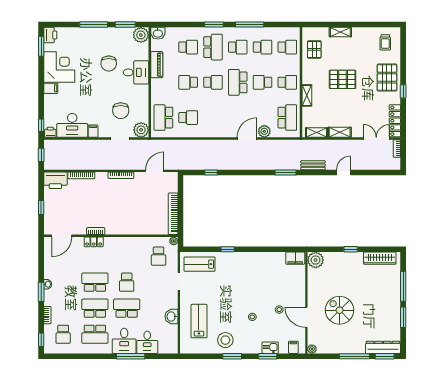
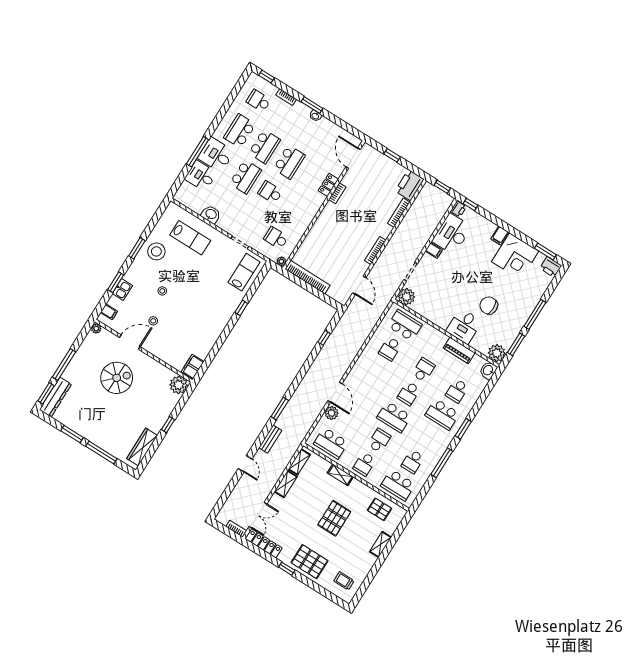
school desk: (238, 47) -> (427, 438), removed
school desk: (287, 47) -> (398, 485), width x1.85
school desk: (238, 82) -> (394, 417), turned 180
chair: (121, 111) -> (437, 289), removed

